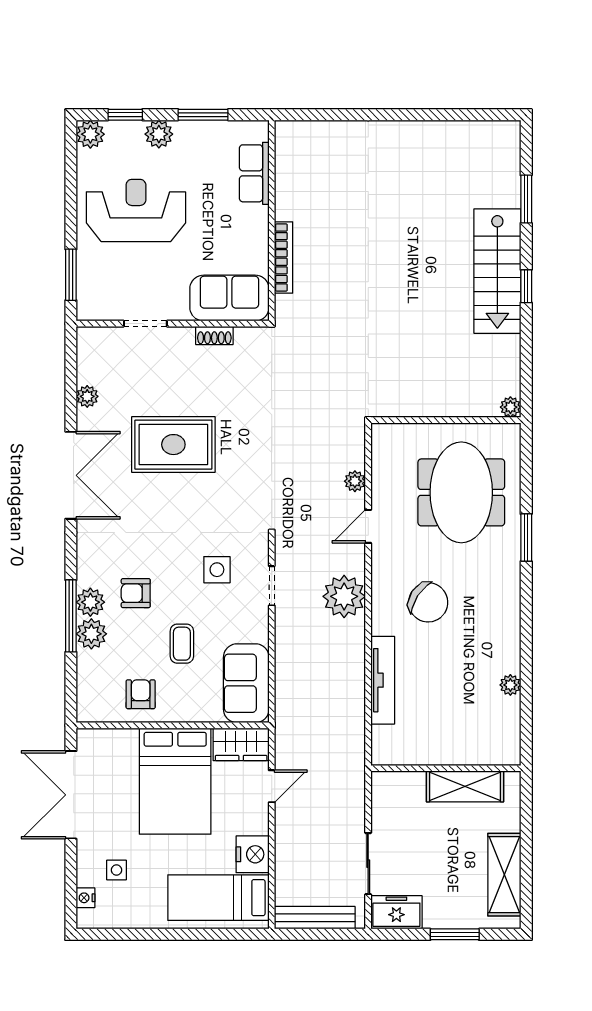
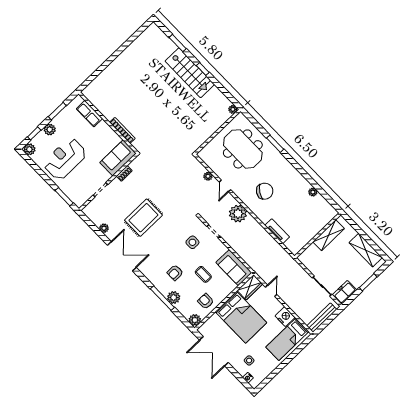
plant: (90, 602) -> (195, 320), moved
tv unit: (383, 680) -> (277, 231), width x0.71

